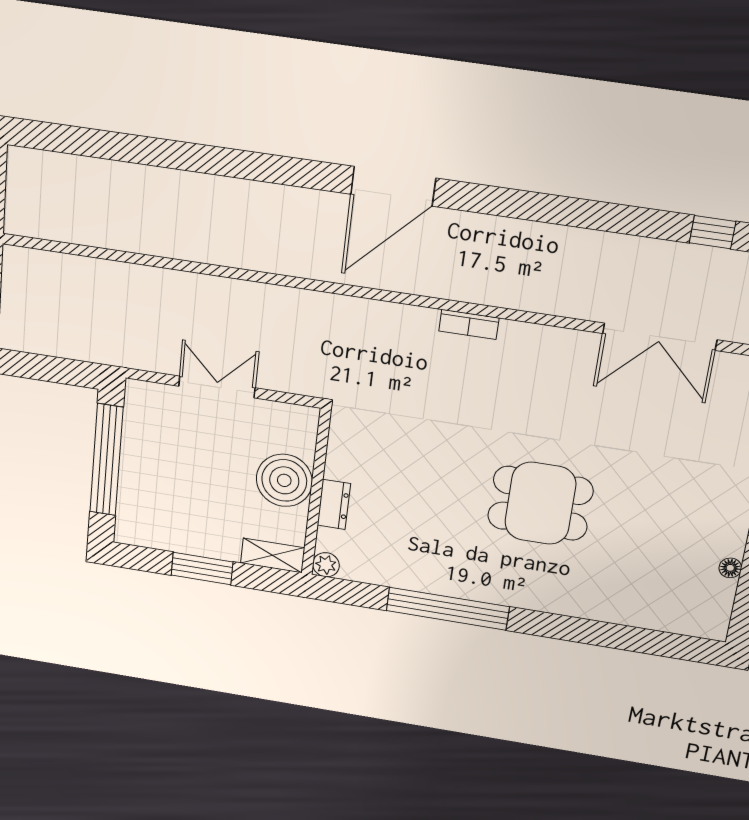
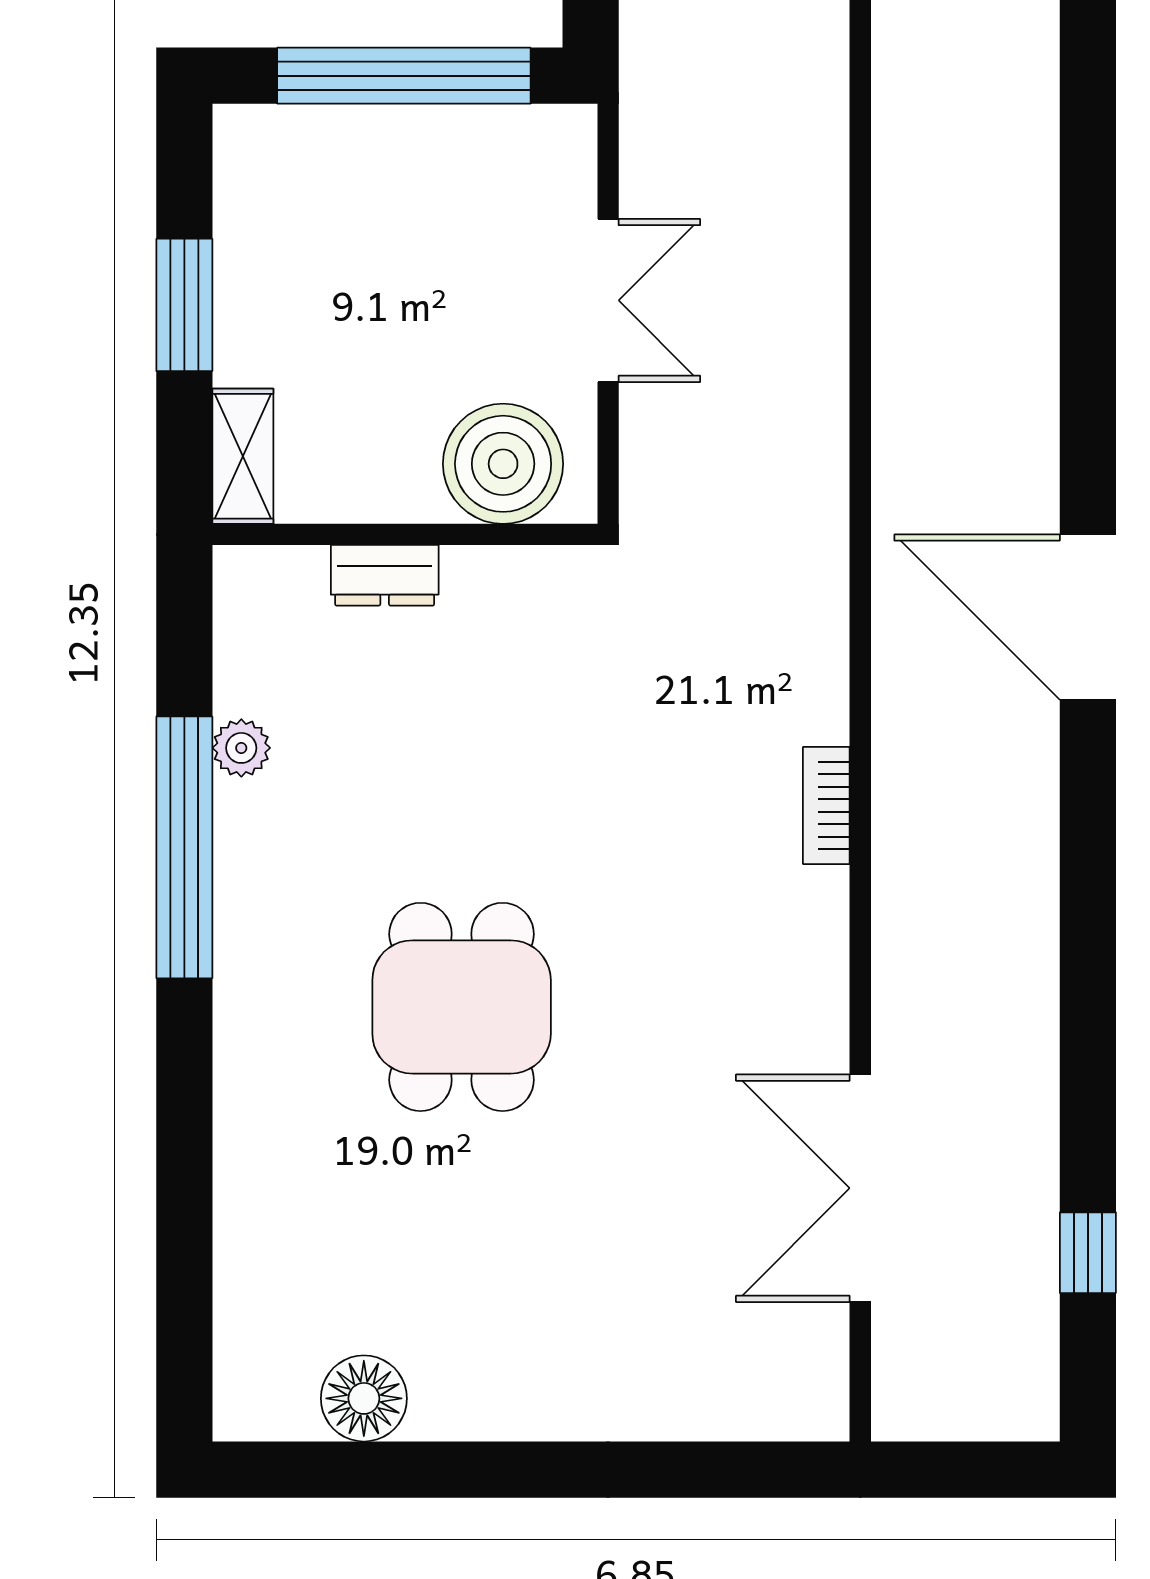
boiler: (284, 480) -> (503, 464), moved
plant: (326, 565) -> (241, 748), moved
floor lamp: (730, 568) -> (364, 1398), width x1.89, depth x1.89

